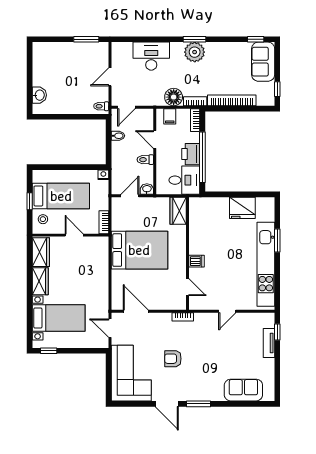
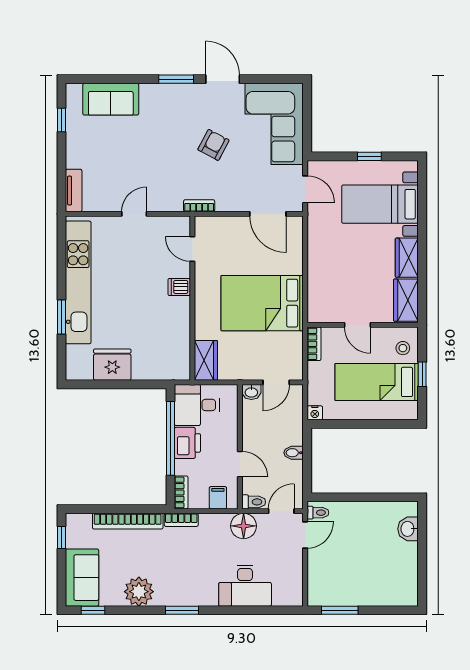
plant: (195, 52) -> (139, 592), moved
door: (110, 77) -> (305, 535), moved
floor lamp: (174, 97) -> (244, 526), moved
bidet: (118, 136) -> (294, 453), moved
toilet: (145, 160) -> (254, 502), moved
window: (277, 332) -> (61, 120), moved
tv unit: (269, 343) -> (74, 191), moved
window: (49, 351) -> (369, 156), moved
armchair: (173, 359) -> (213, 145), turned -62

